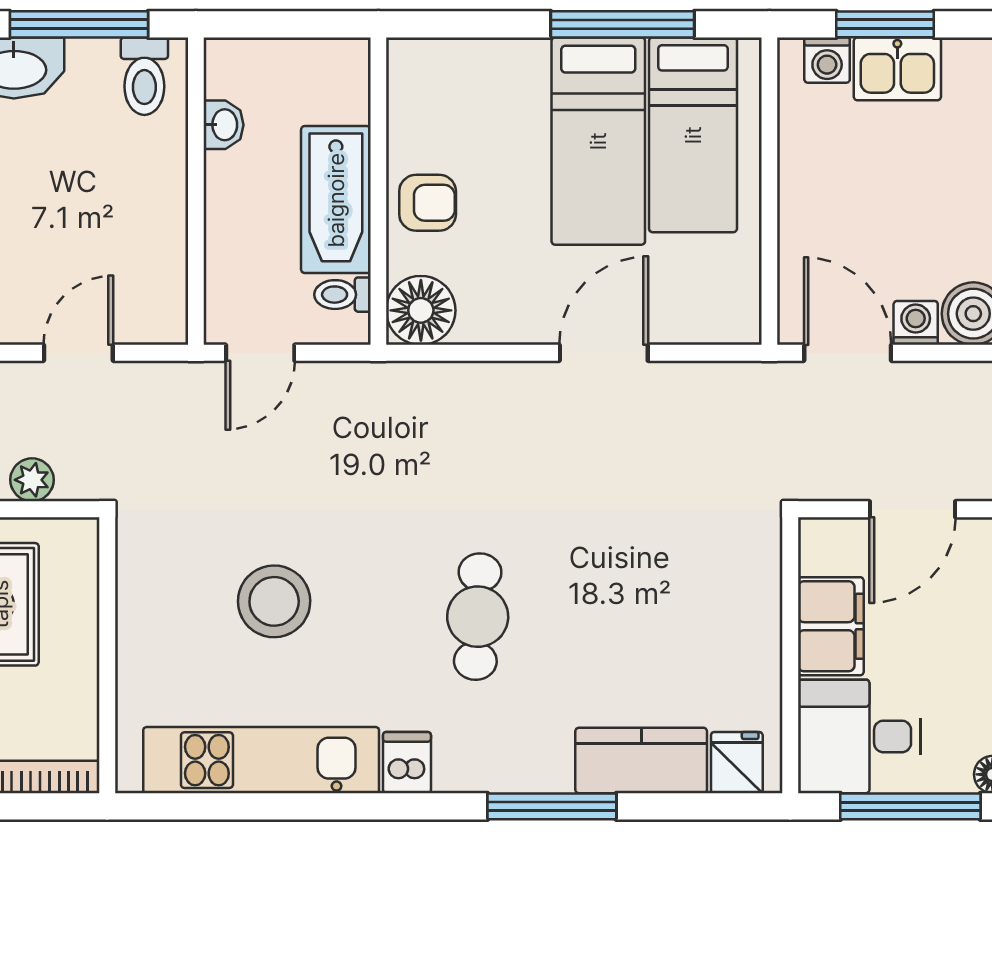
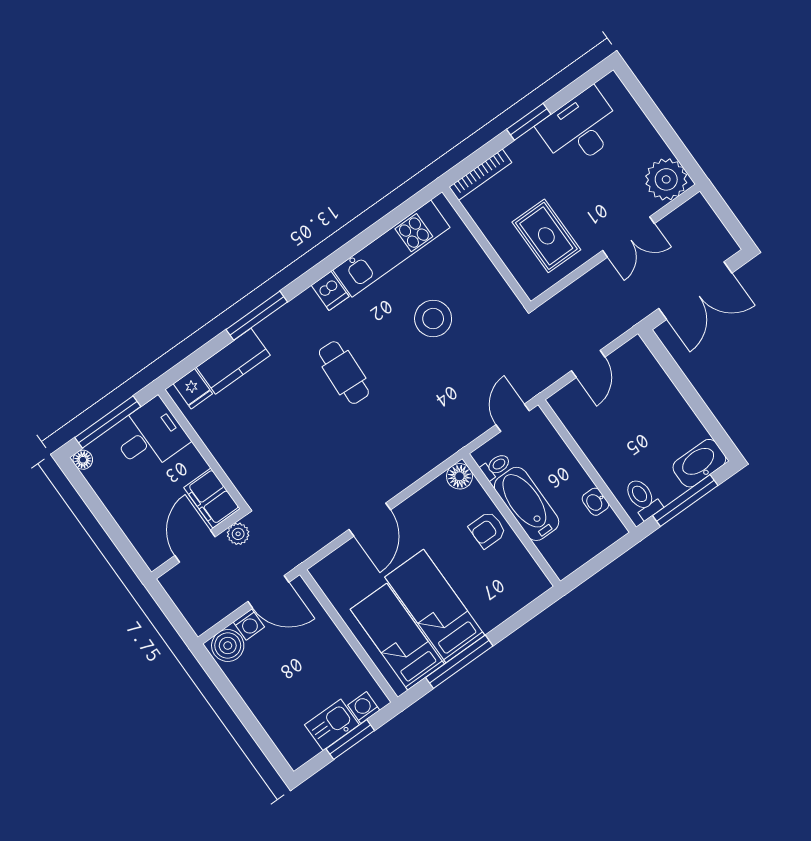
floor lamp: (421, 310) -> (459, 476), width x0.73, depth x0.73
plant: (32, 480) -> (238, 534), moved
filing cabinet: (831, 626) -> (212, 498), moved

